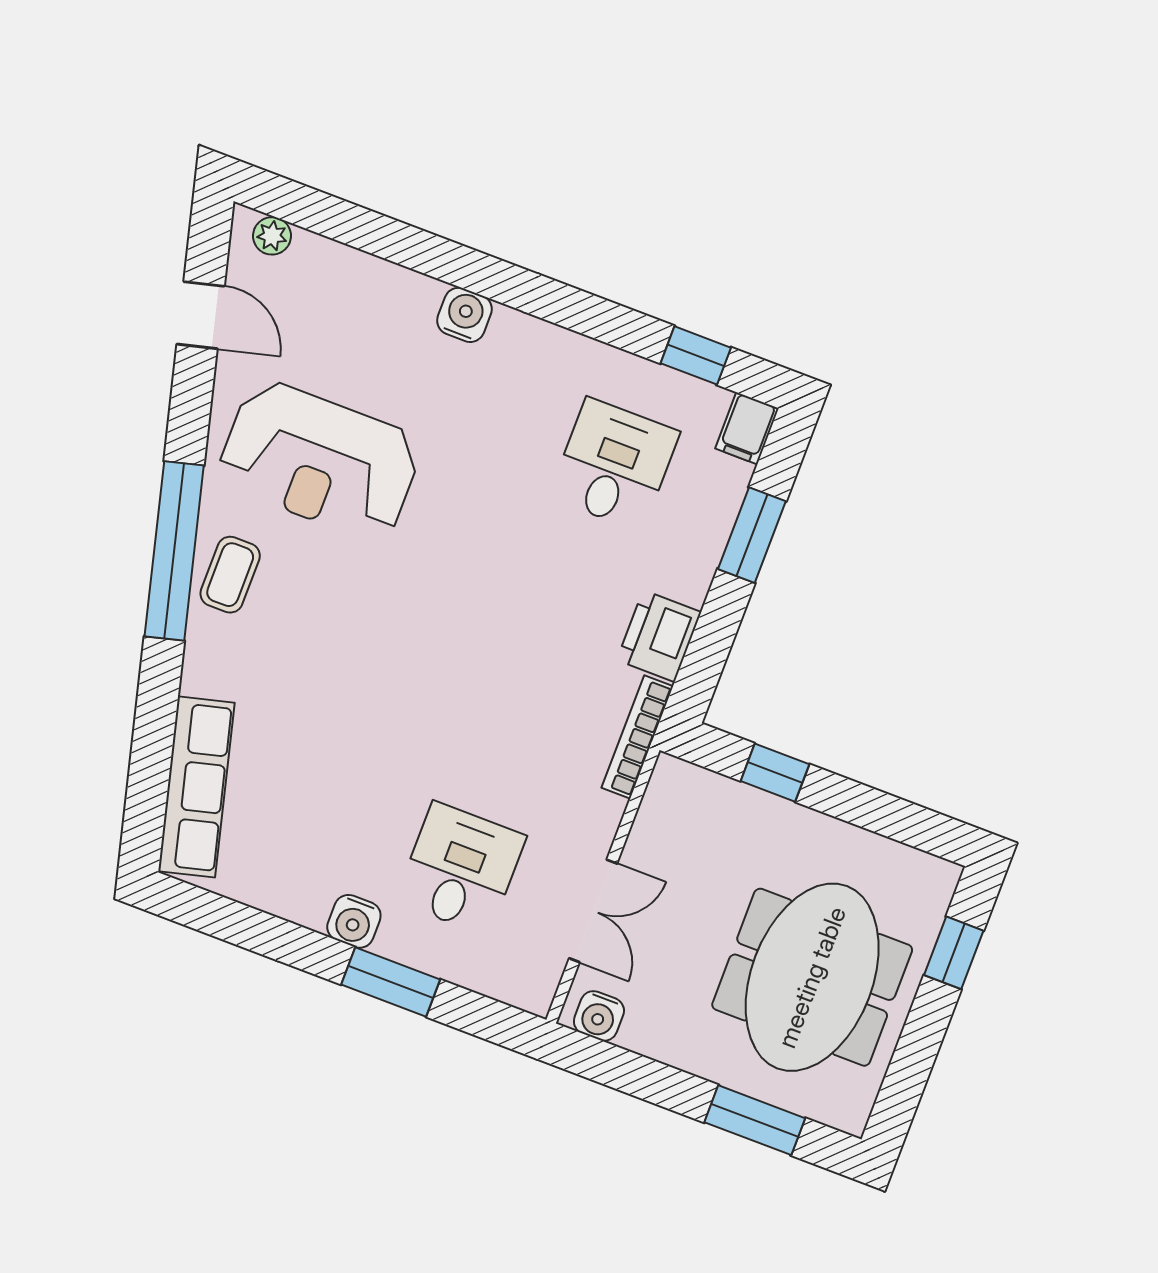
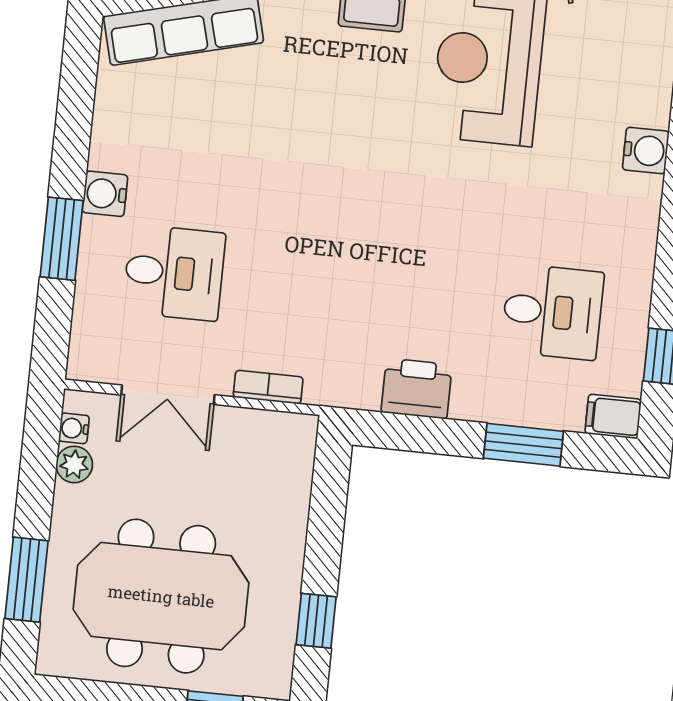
bookcase: (637, 737) -> (268, 387), moved, width x0.64
window: (775, 773) -> (316, 621), moved
water cooler: (599, 1016) -> (74, 428), width x0.72, depth x0.72
plant: (642, 1034) -> (74, 464), added

